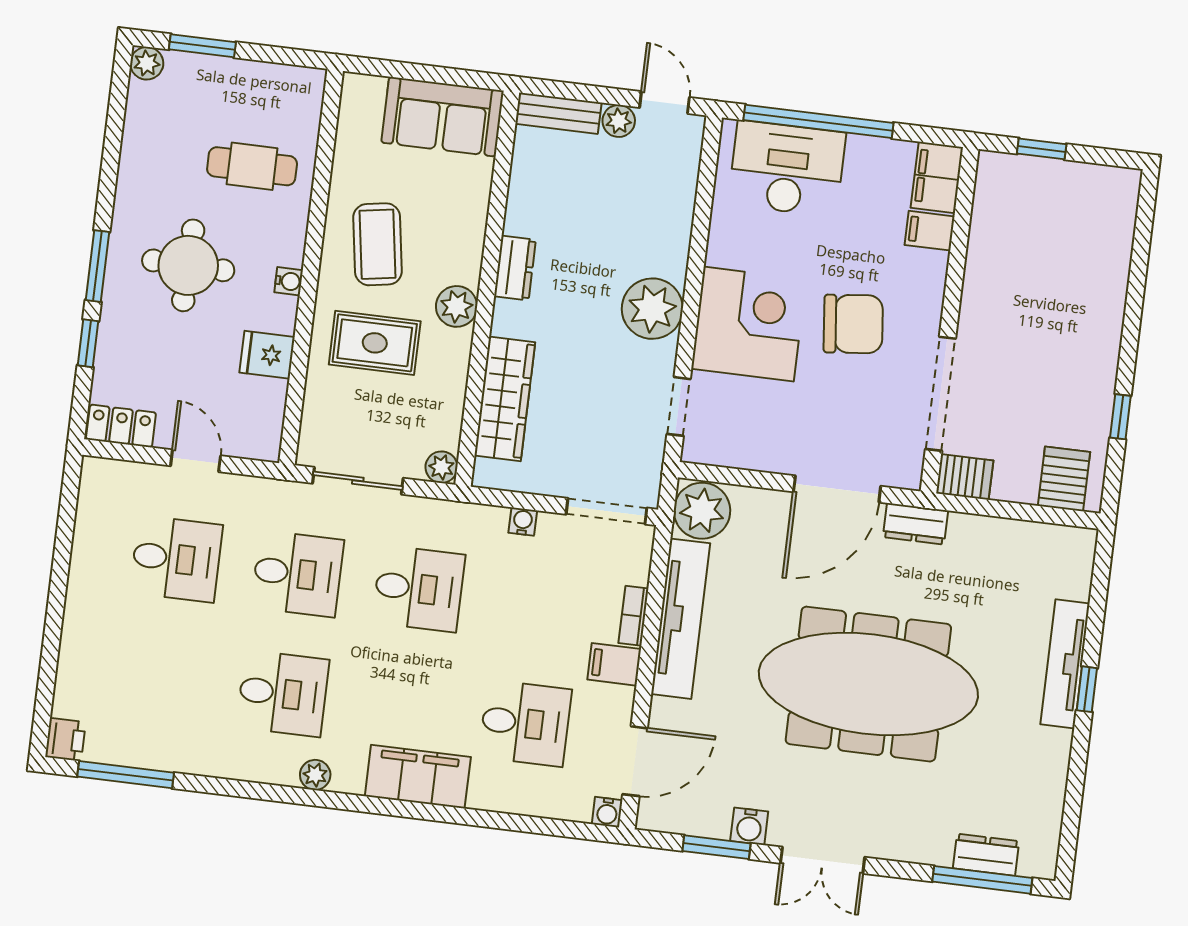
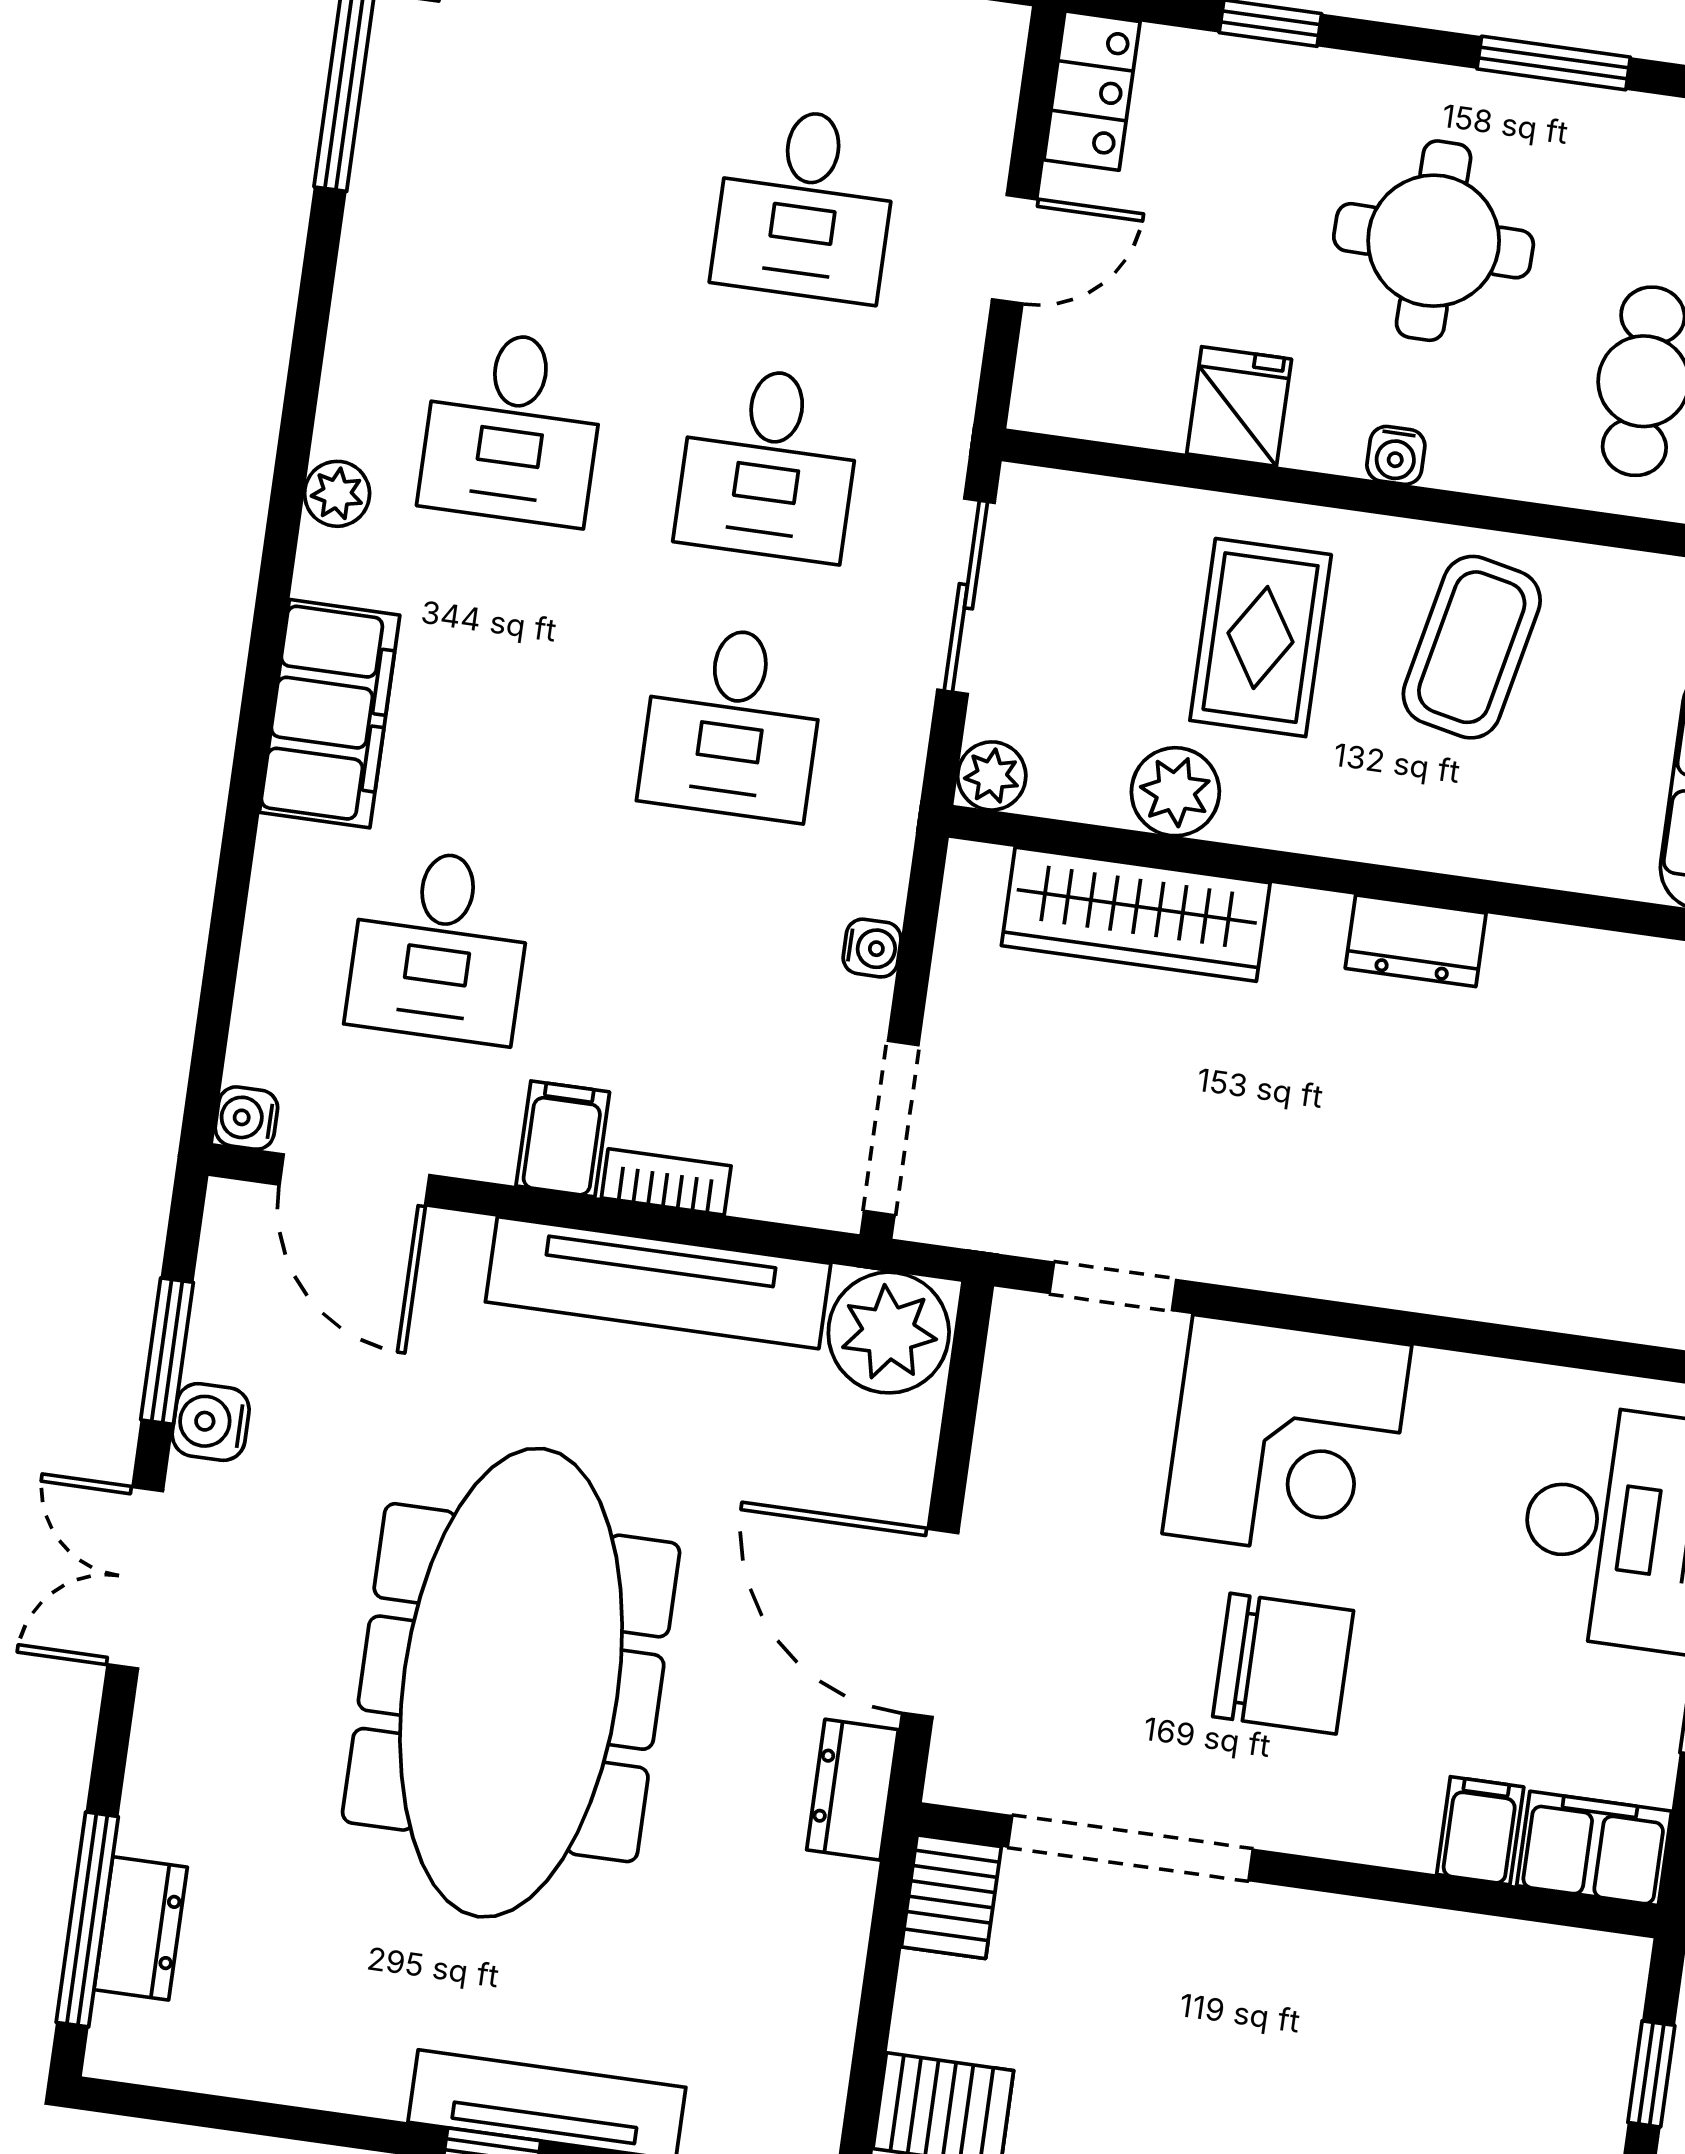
coffee table: (377, 244) -> (1472, 647), turned -69
window: (97, 266) -> (1554, 63), moved
plant: (457, 306) -> (1175, 792), moved
plant: (652, 309) -> (1324, 1234), removed
chair: (853, 324) -> (1283, 1664), turned -84

